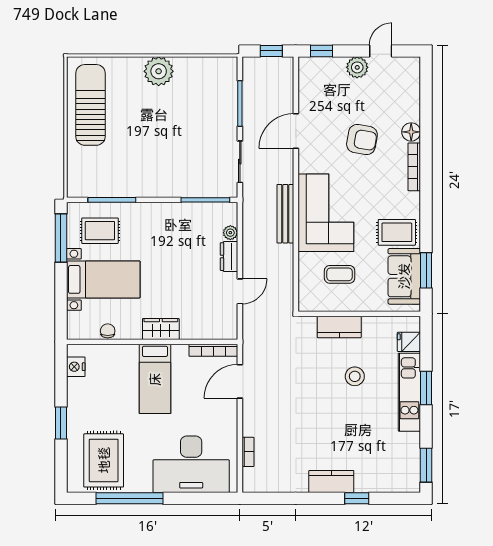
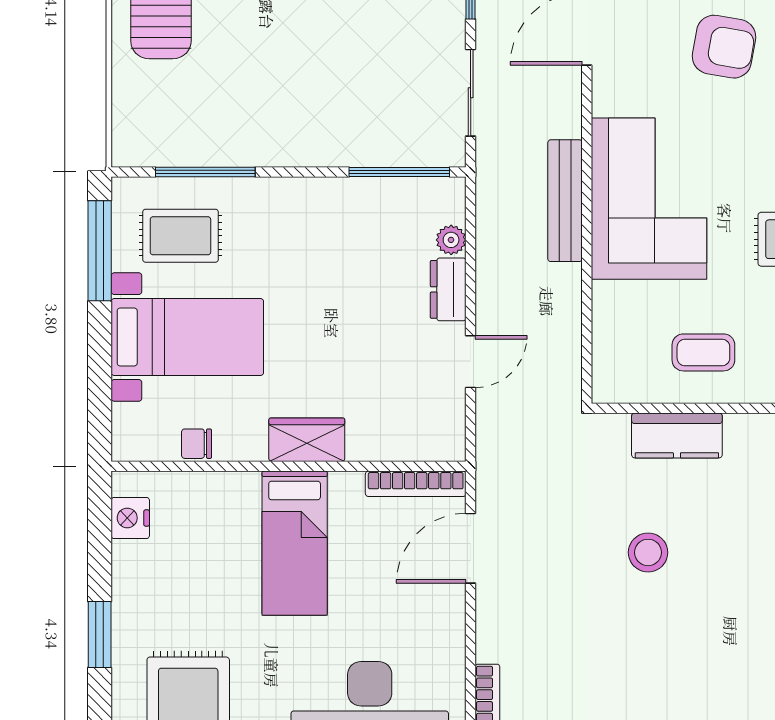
coffee table: (340, 274) -> (703, 352), moved
chair: (108, 331) -> (197, 444), turned -90
stool: (355, 376) -> (648, 552), moved

